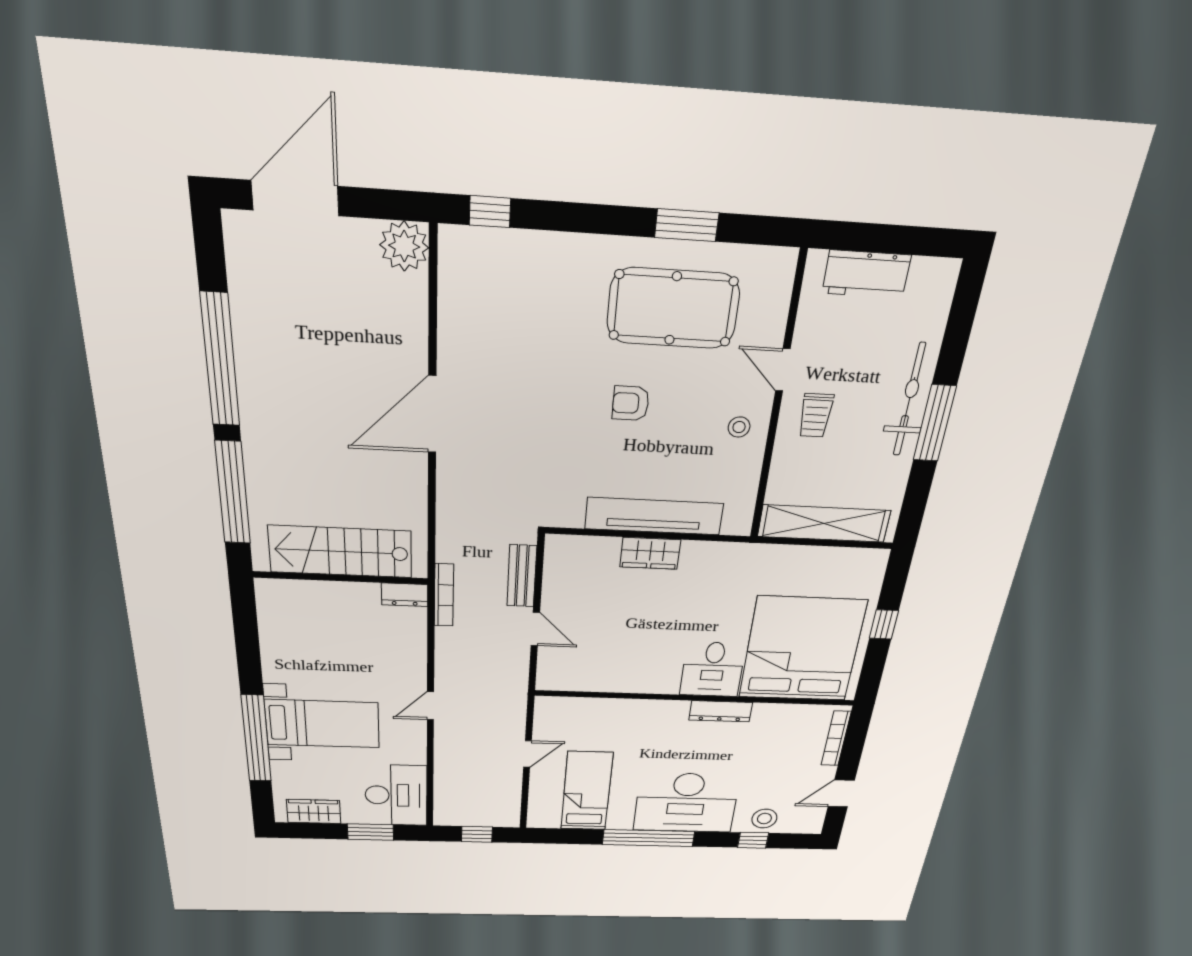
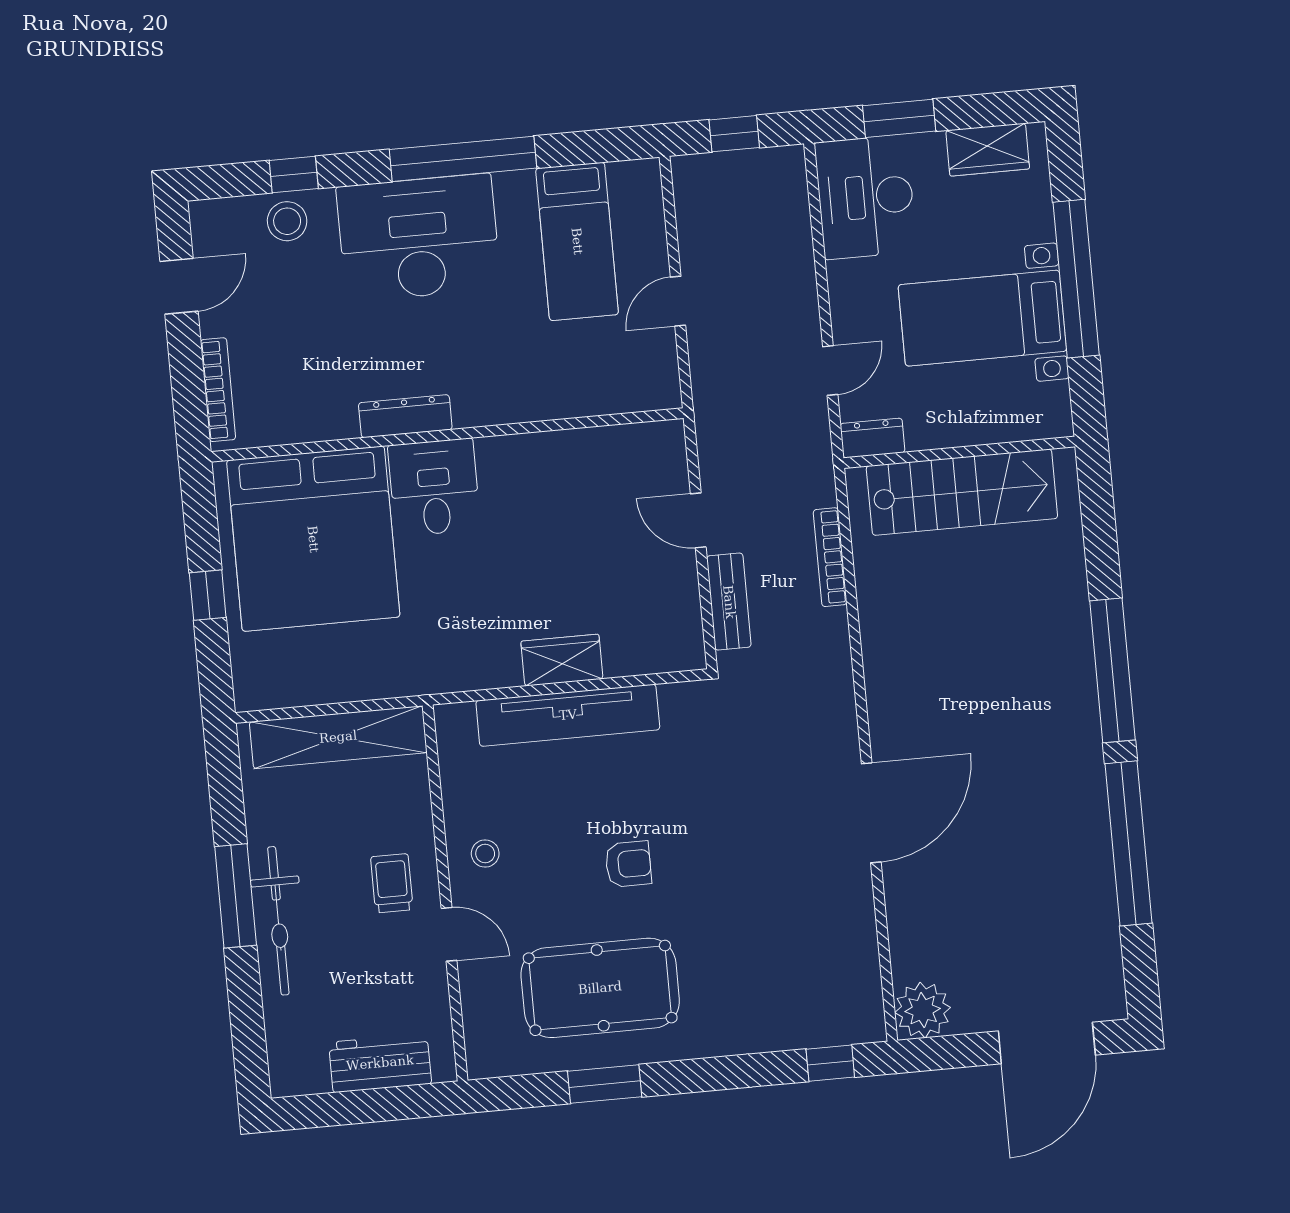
stairs: (340, 552) -> (962, 492), moved
wall: (341, 578) -> (959, 452), moved
dresser: (405, 595) -> (872, 438), moved

